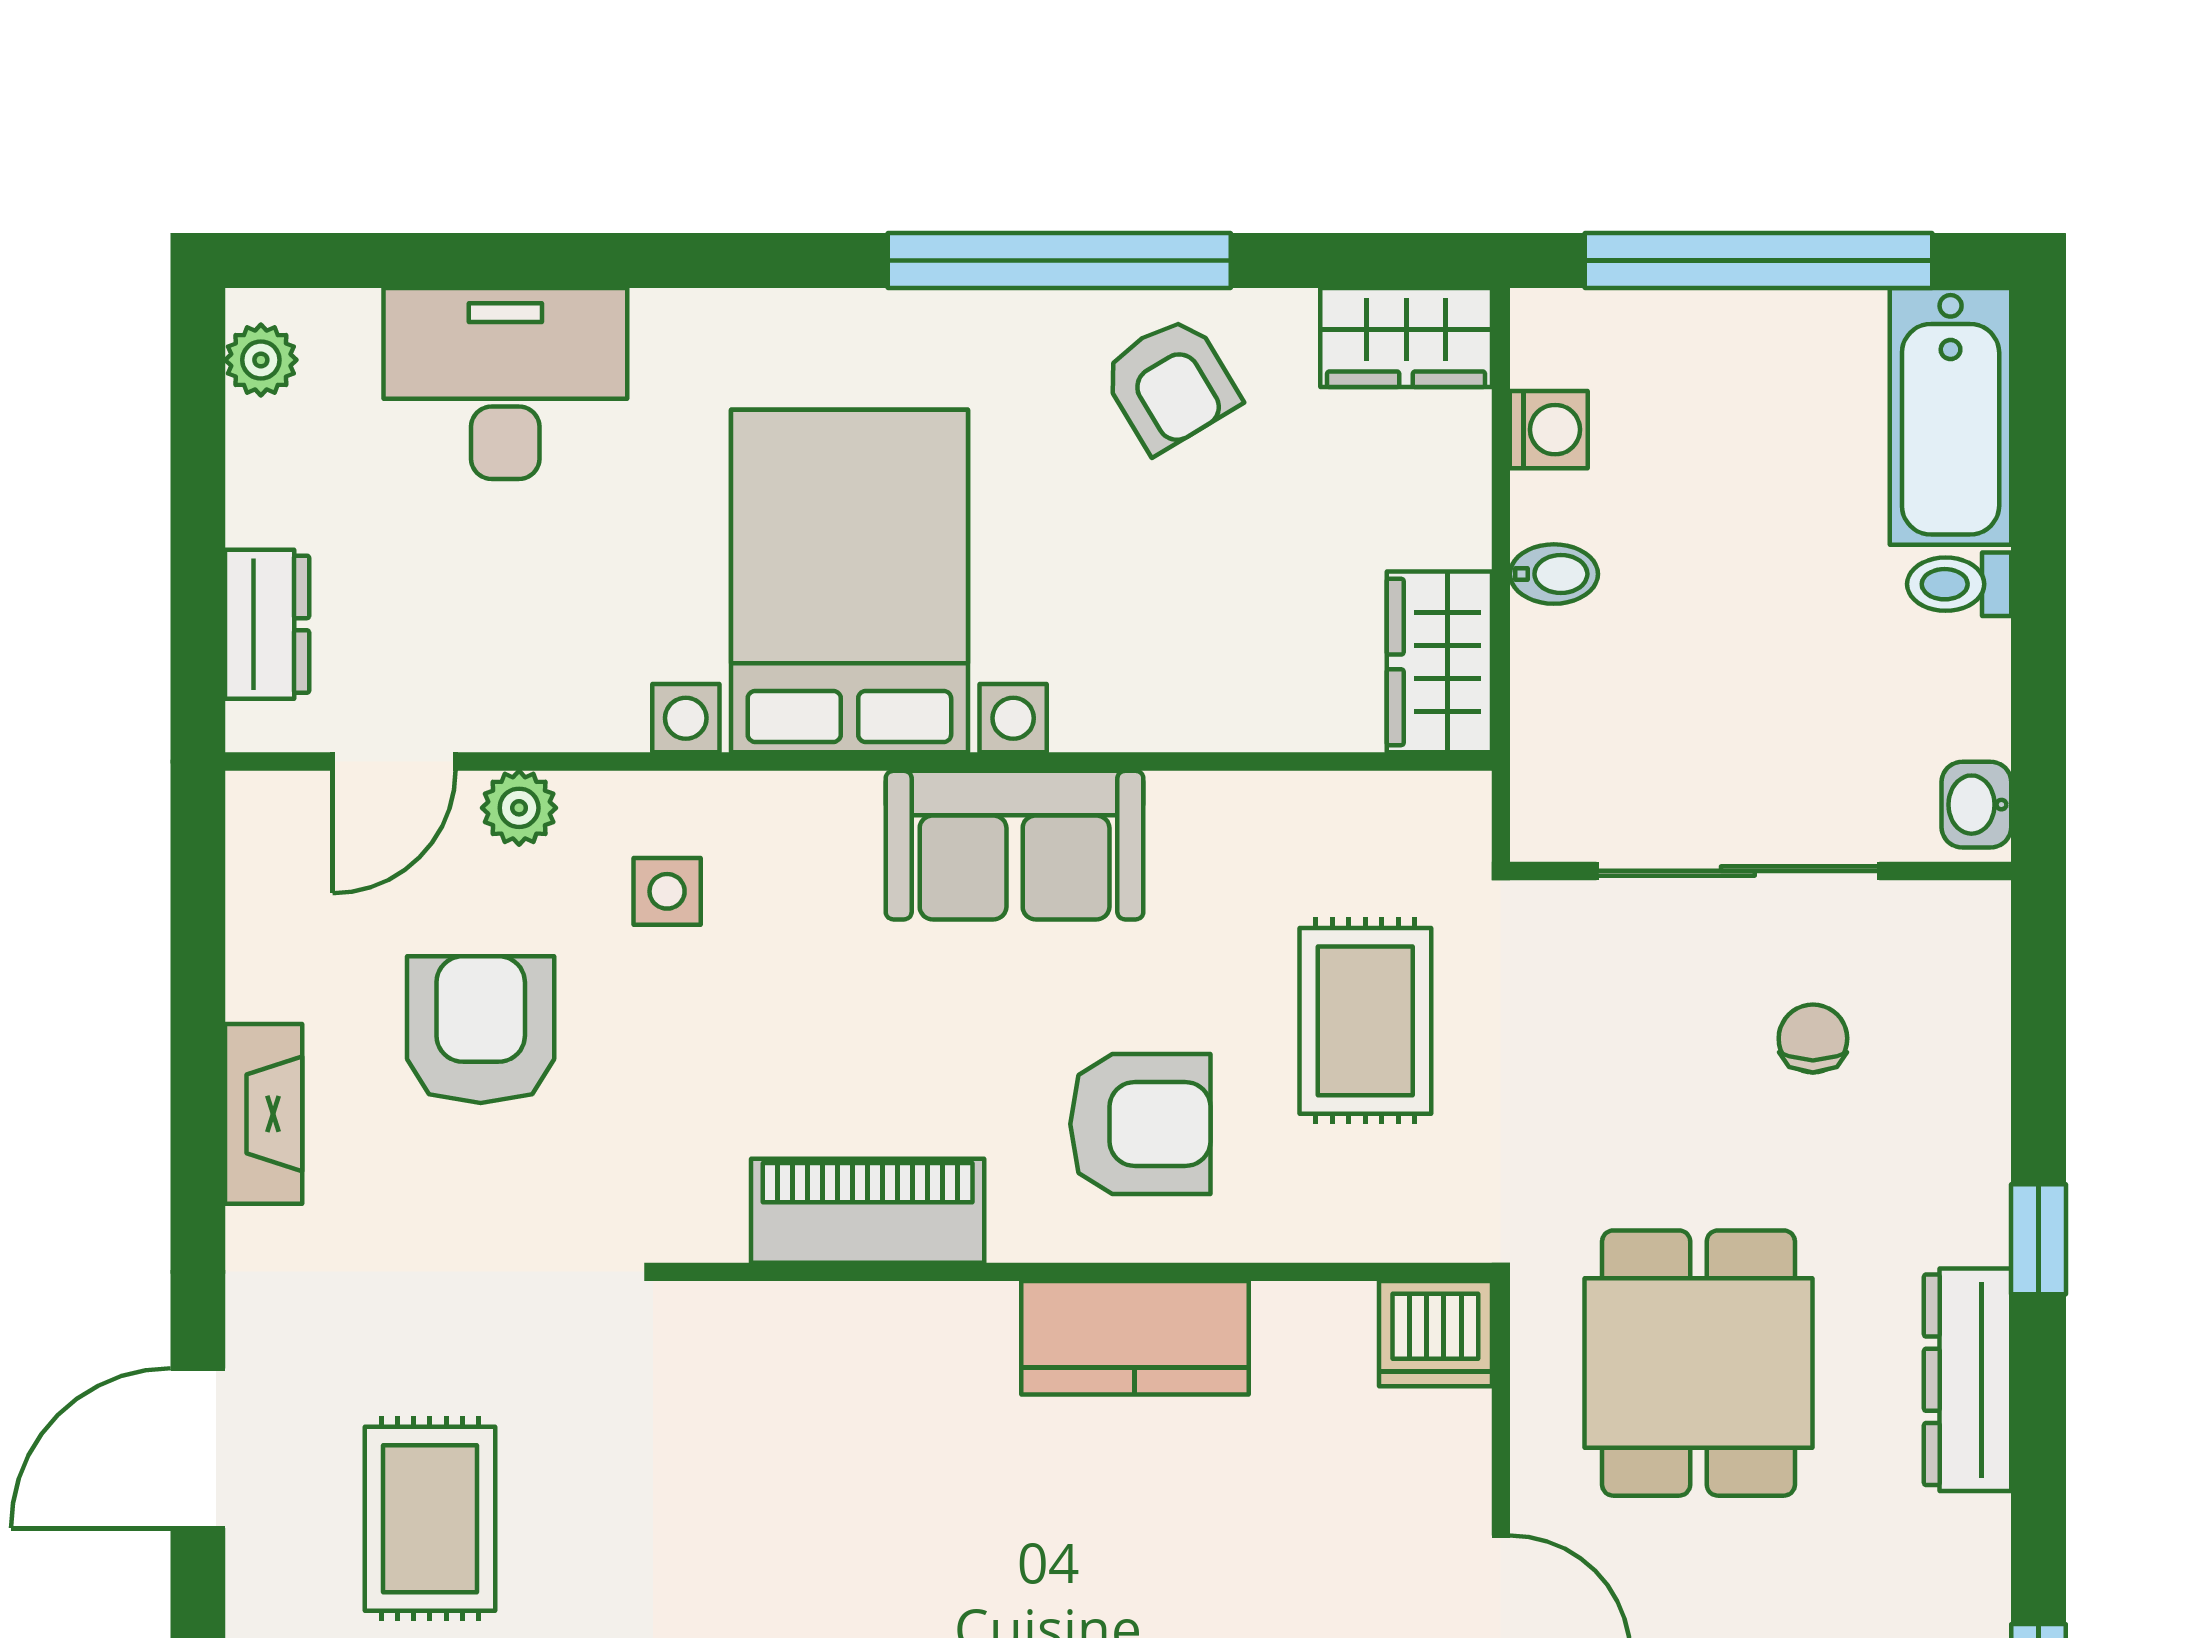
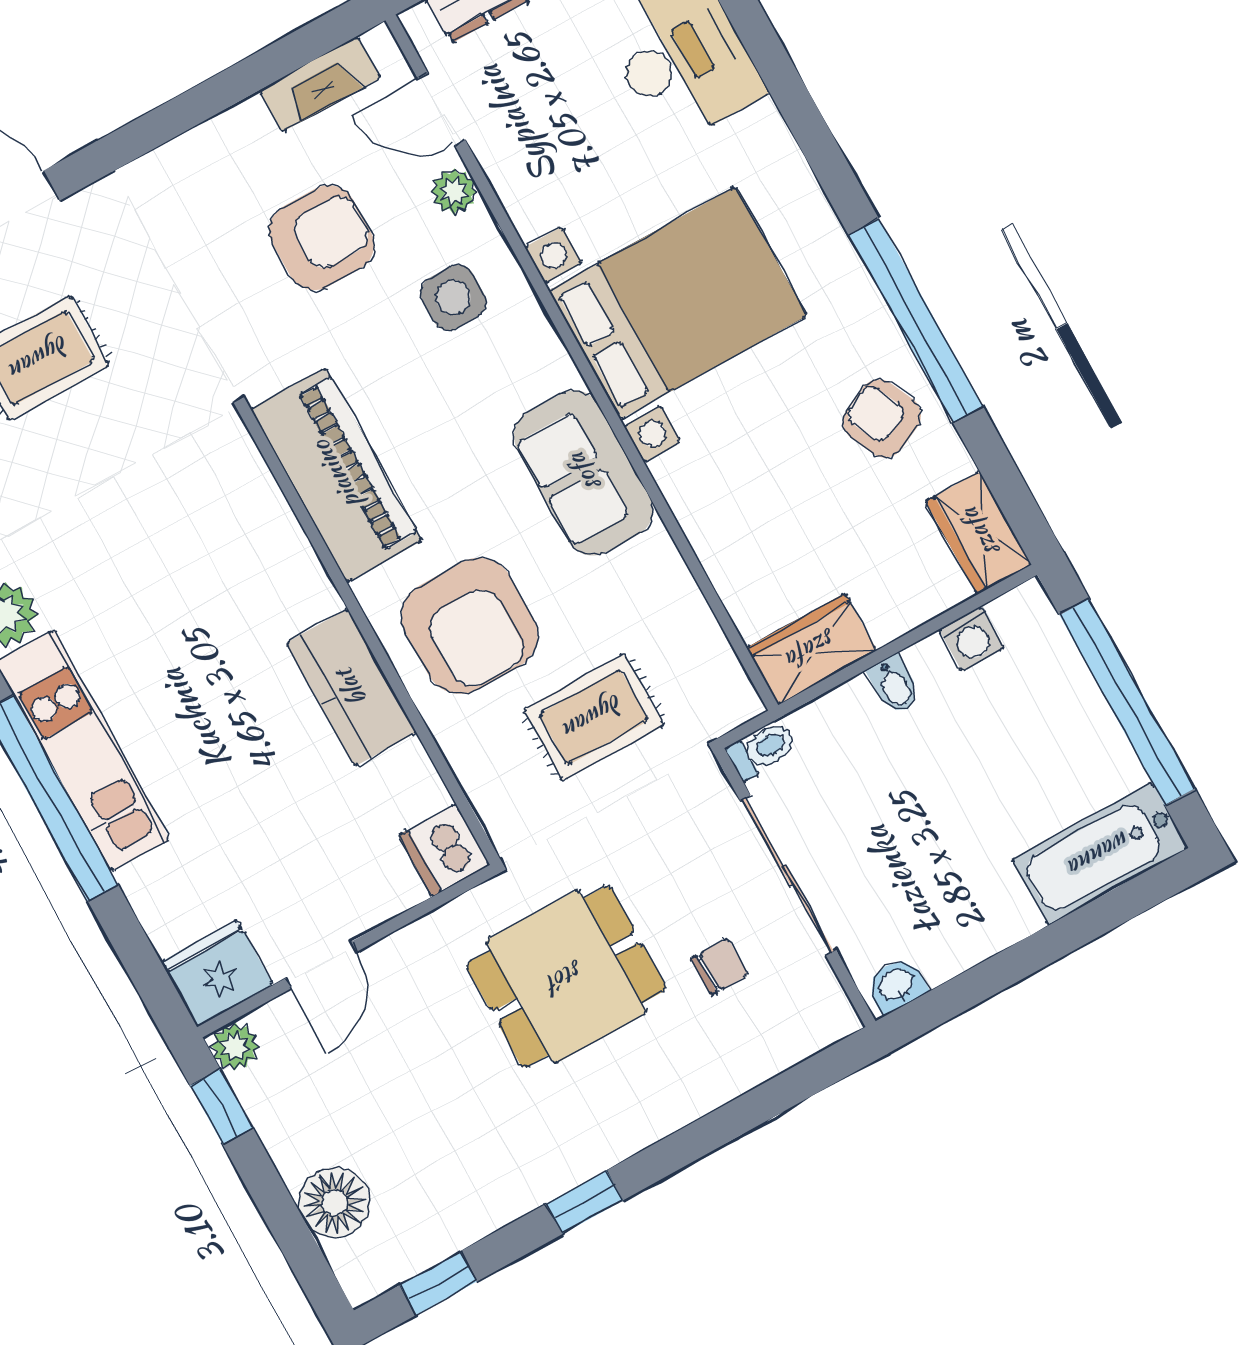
armchair: (1170, 384) -> (882, 419), turned 96
toilet: (1959, 584) -> (762, 750), moved, turned 90
side table: (667, 891) -> (453, 297), width x1.37, depth x1.37
fireplace: (264, 1114) -> (320, 84), moved
armchair: (1140, 1124) -> (469, 626), width x1.36, depth x1.36
piano: (868, 1211) -> (336, 475), width x1.37, depth x1.33
window: (2038, 1239) -> (584, 1202), moved
dining table: (1698, 1363) -> (566, 977), moved
dresser: (1968, 1380) -> (580, 1154), removed

